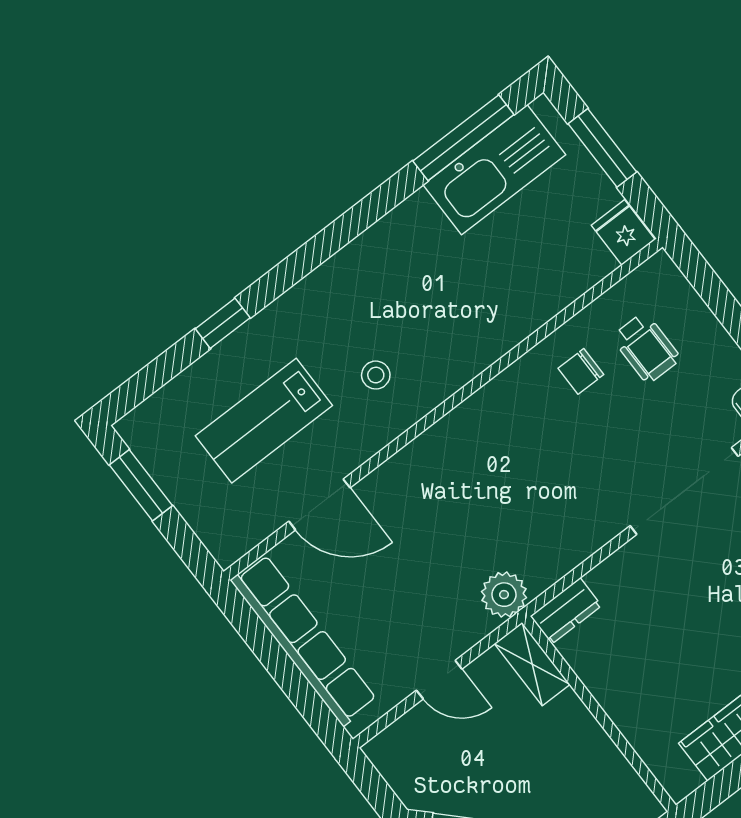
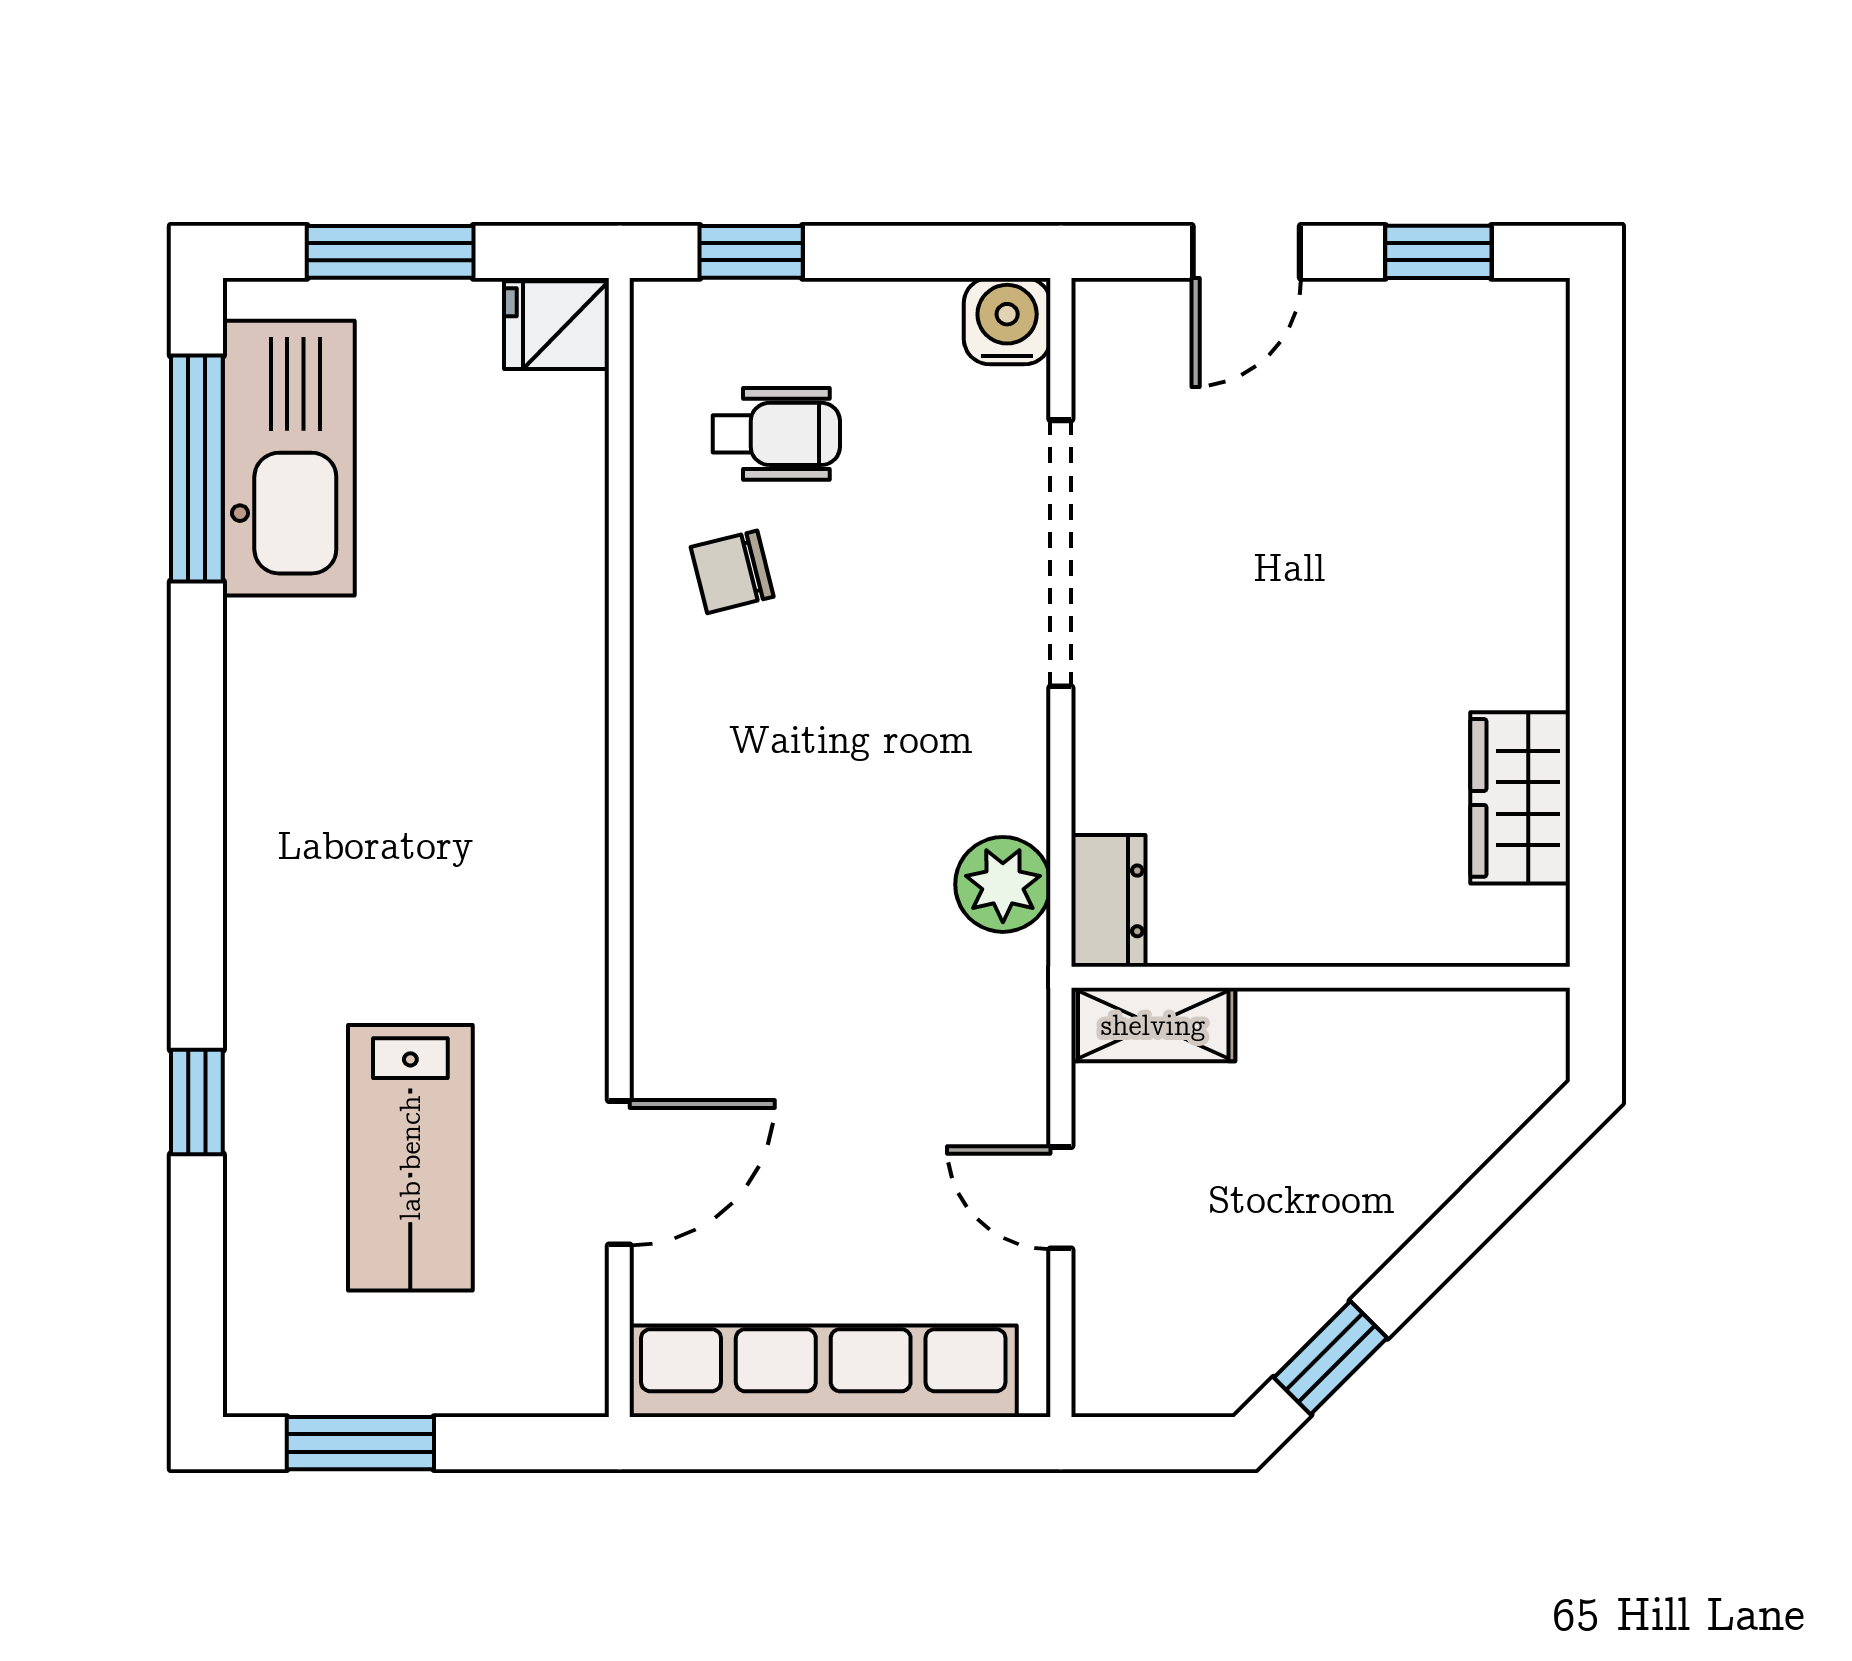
window: (708, 285) -> (751, 252), added
chair: (581, 371) -> (732, 572), turned 76
stool: (376, 375) -> (477, 915), removed
plant: (504, 595) -> (1003, 884), moved
door: (439, 680) -> (1061, 1198), swing flipped

